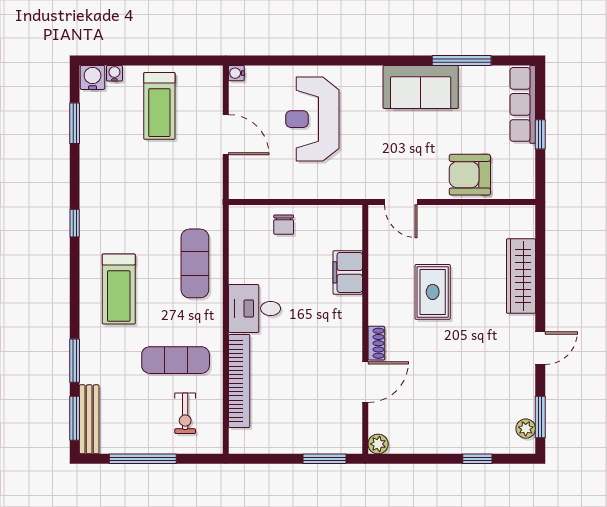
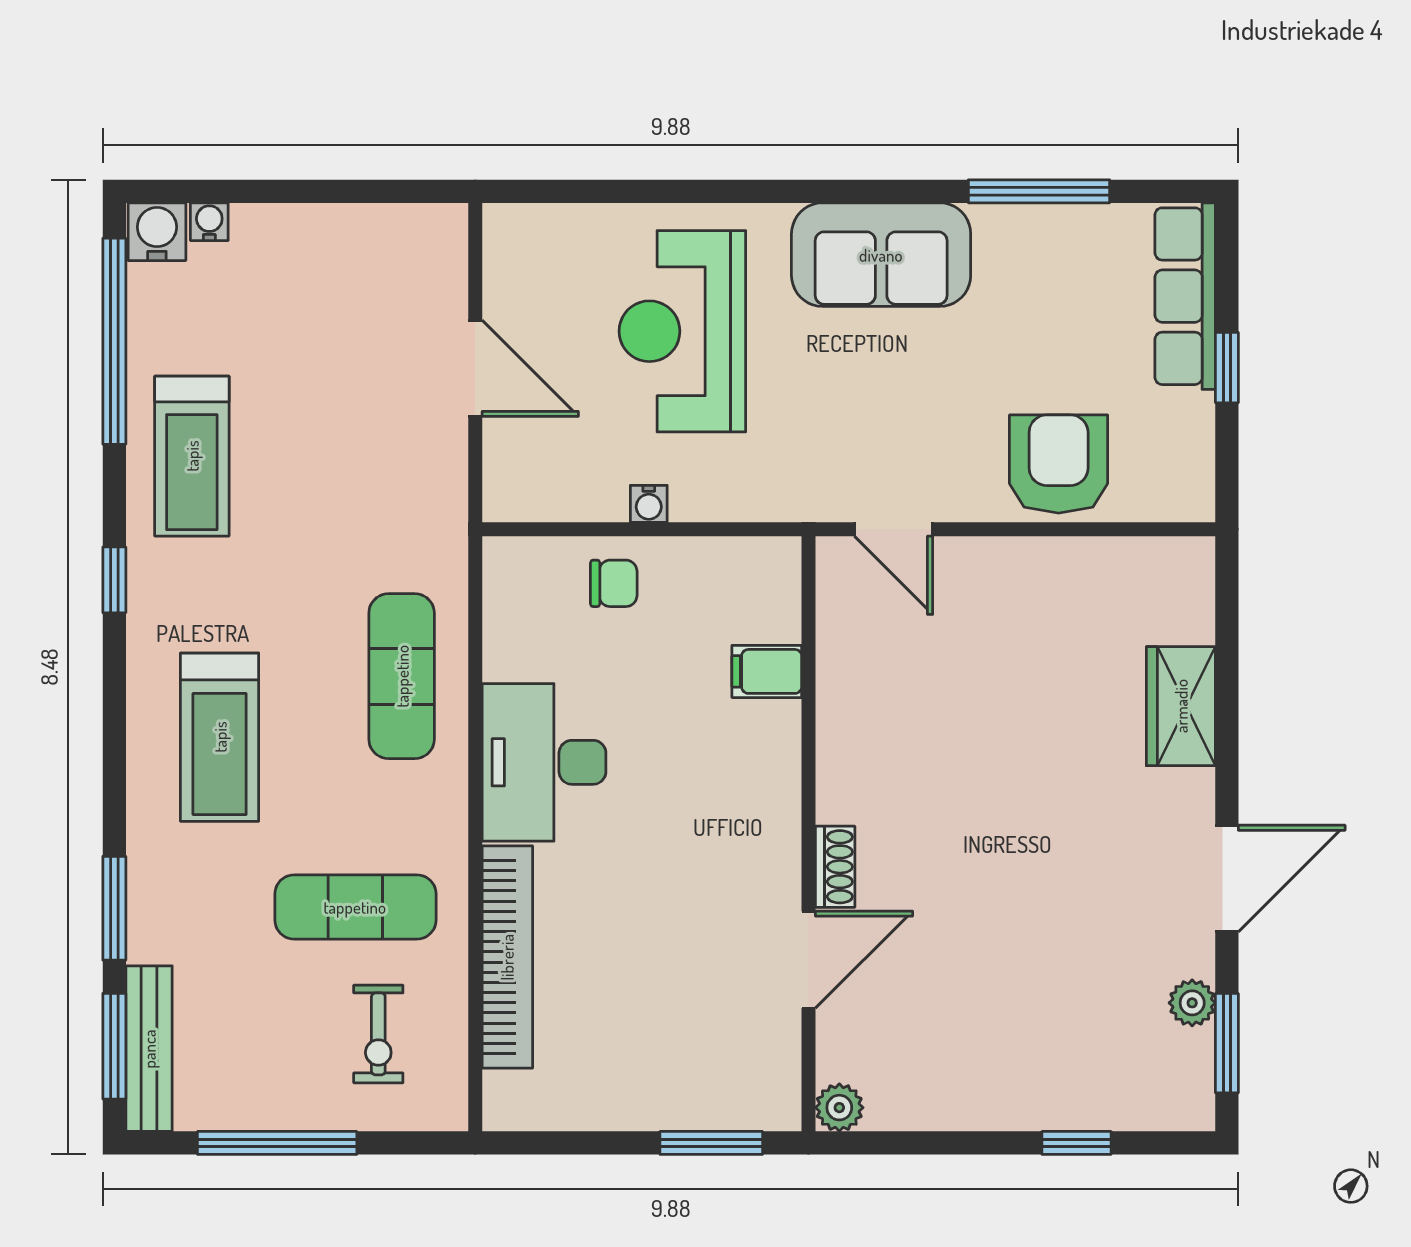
water cooler: (236, 73) -> (649, 504), moved, turned -90
sofa: (421, 87) -> (881, 255), moved
treadmill: (159, 106) -> (192, 456), moved
window: (75, 123) -> (114, 341), width x2.11
armchair: (470, 175) -> (1059, 464), turned 90
chair: (284, 225) -> (614, 583), turned -90
filing cabinet: (348, 272) -> (767, 671), width x0.50
wardrobe: (521, 276) -> (1181, 706), width x0.67
rug: (433, 292) -> (970, 744), removed
desk: (255, 308) -> (544, 762), width x1.37
door: (540, 348) -> (1227, 878), width x1.38
plant: (526, 429) -> (1192, 1003), moved

